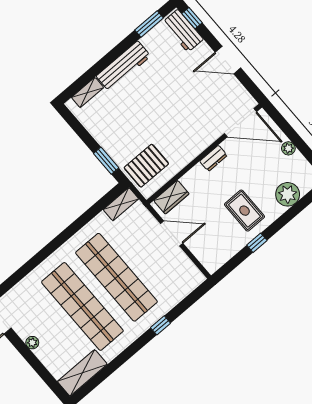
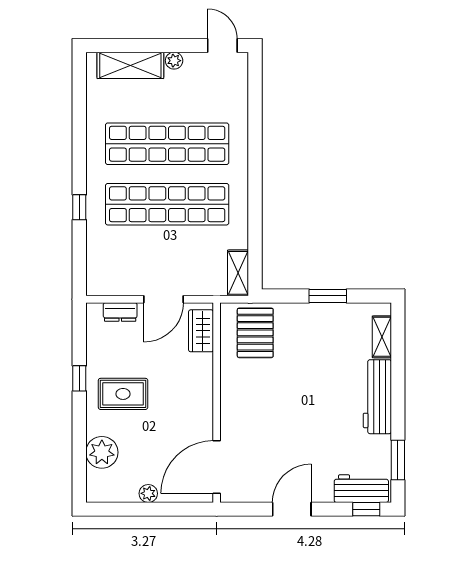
dresser: (213, 158) -> (120, 312), moved, turned -90
window: (106, 161) -> (328, 296), moved
shelving: (82, 373) -> (130, 65), moved, turned 90

